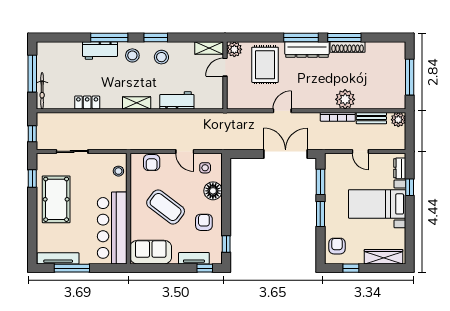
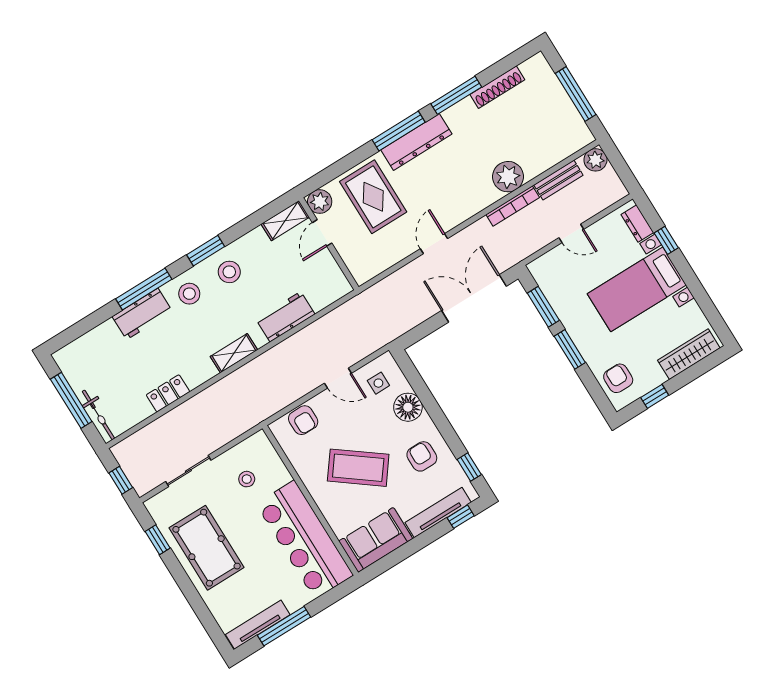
shoe rack: (348, 47) -> (497, 87), moved
stool: (118, 171) -> (247, 479), moved
tv unit: (194, 258) -> (438, 512), width x1.41

